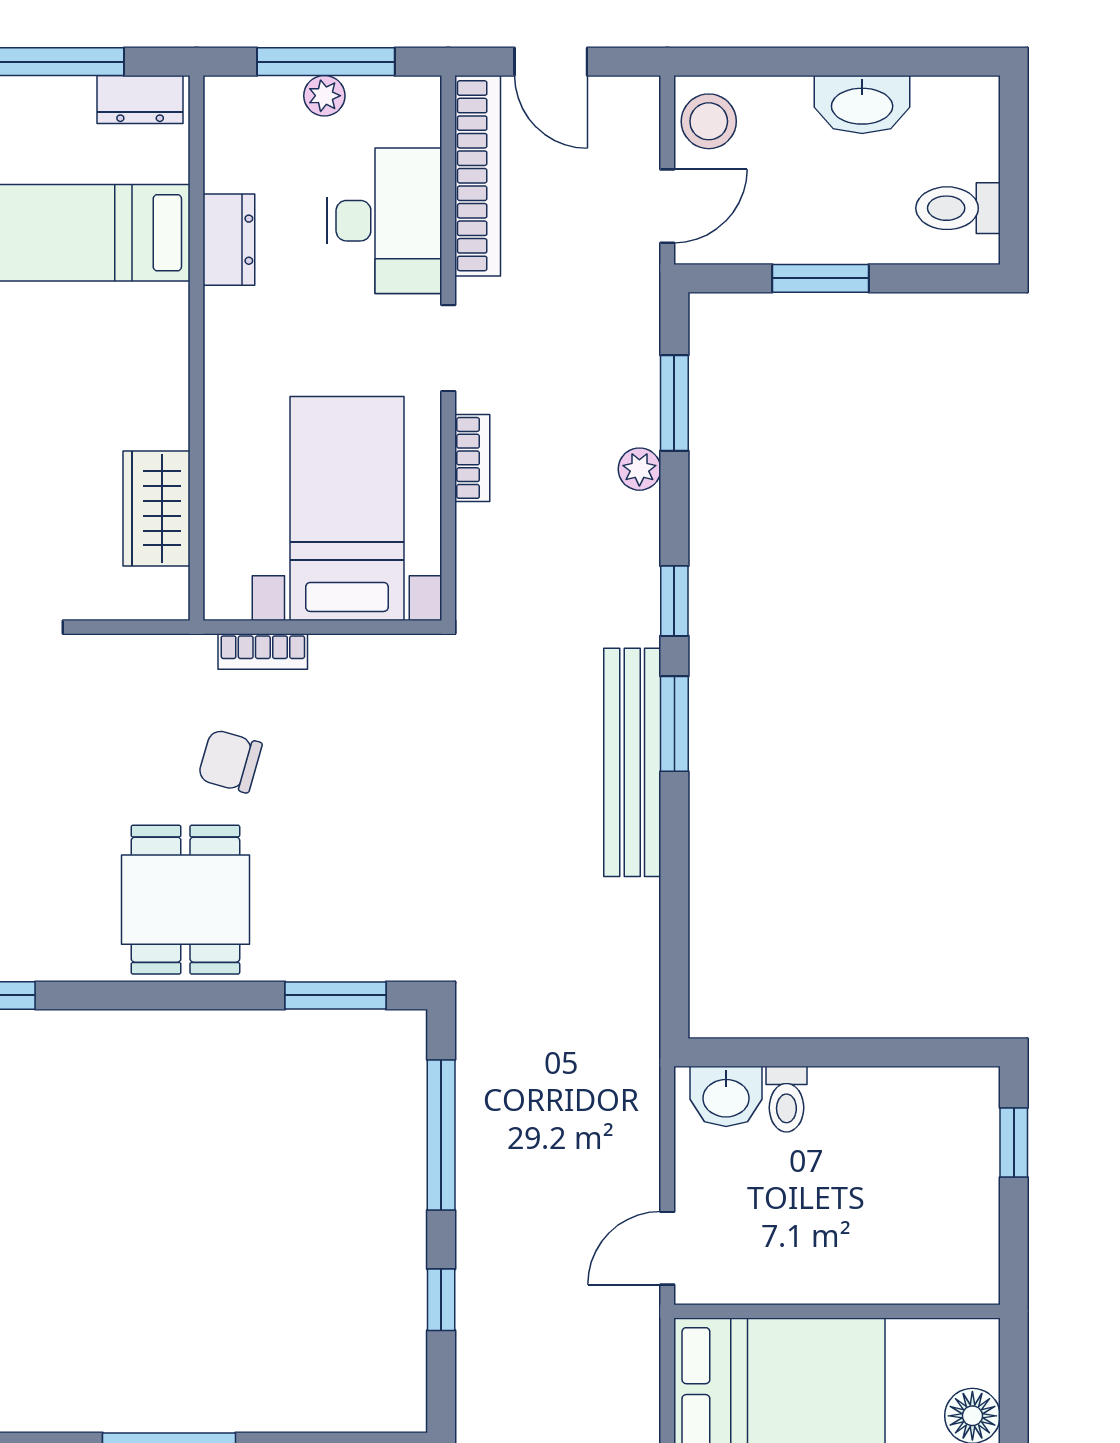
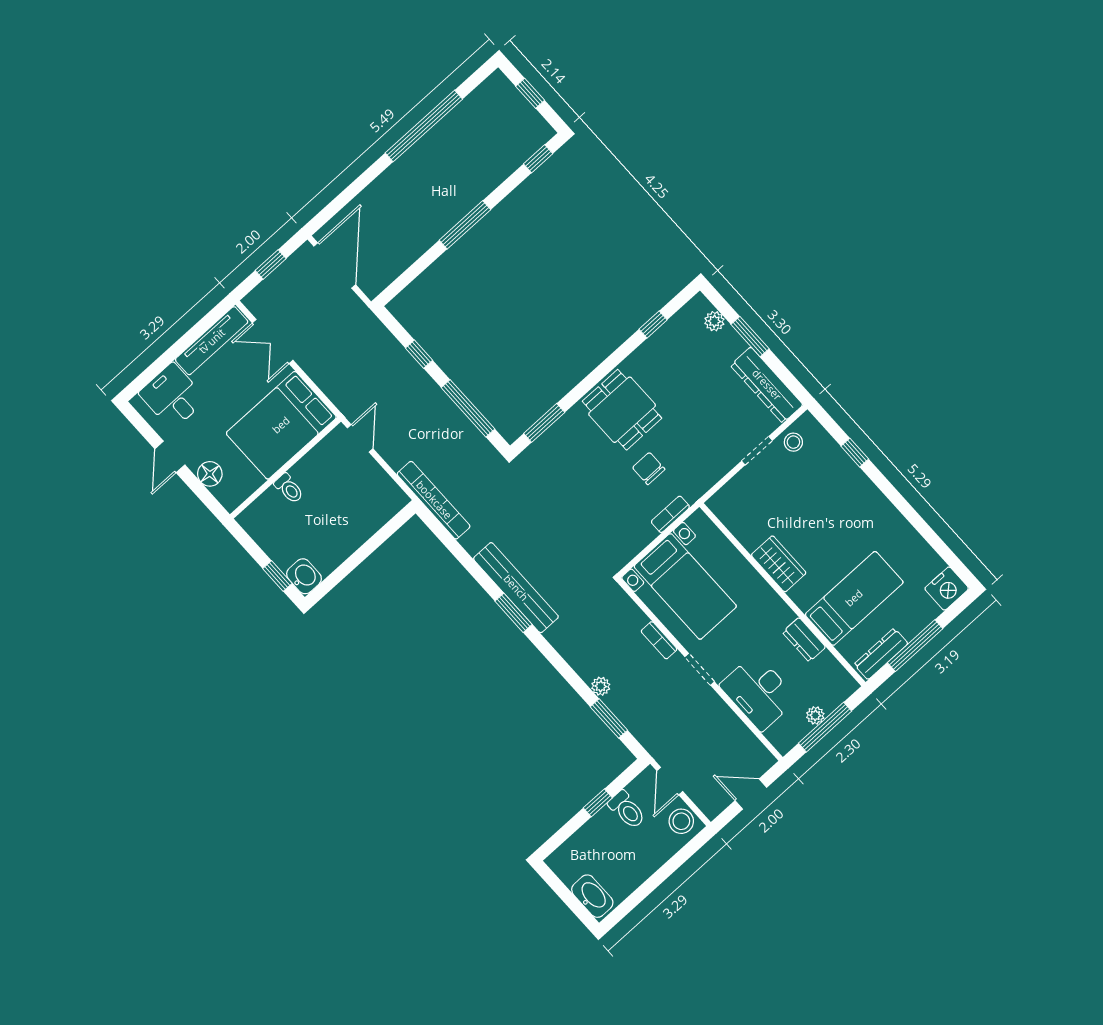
dresser: (140, 99) -> (881, 654), width x1.44
washbasin: (862, 104) -> (592, 896), moved, turned 90
bookcase: (478, 176) -> (434, 500), moved, turned 180
toilet: (958, 208) -> (627, 810), moved, turned 90
window: (821, 278) -> (598, 803), width x0.67
wardrobe: (156, 508) -> (779, 564), moved
window: (674, 601) -> (550, 653), removed
chair: (230, 761) -> (649, 469), turned -106
washbasin: (726, 1096) -> (304, 576), moved, turned 90
toilet: (786, 1099) -> (289, 488), moved, turned 180

